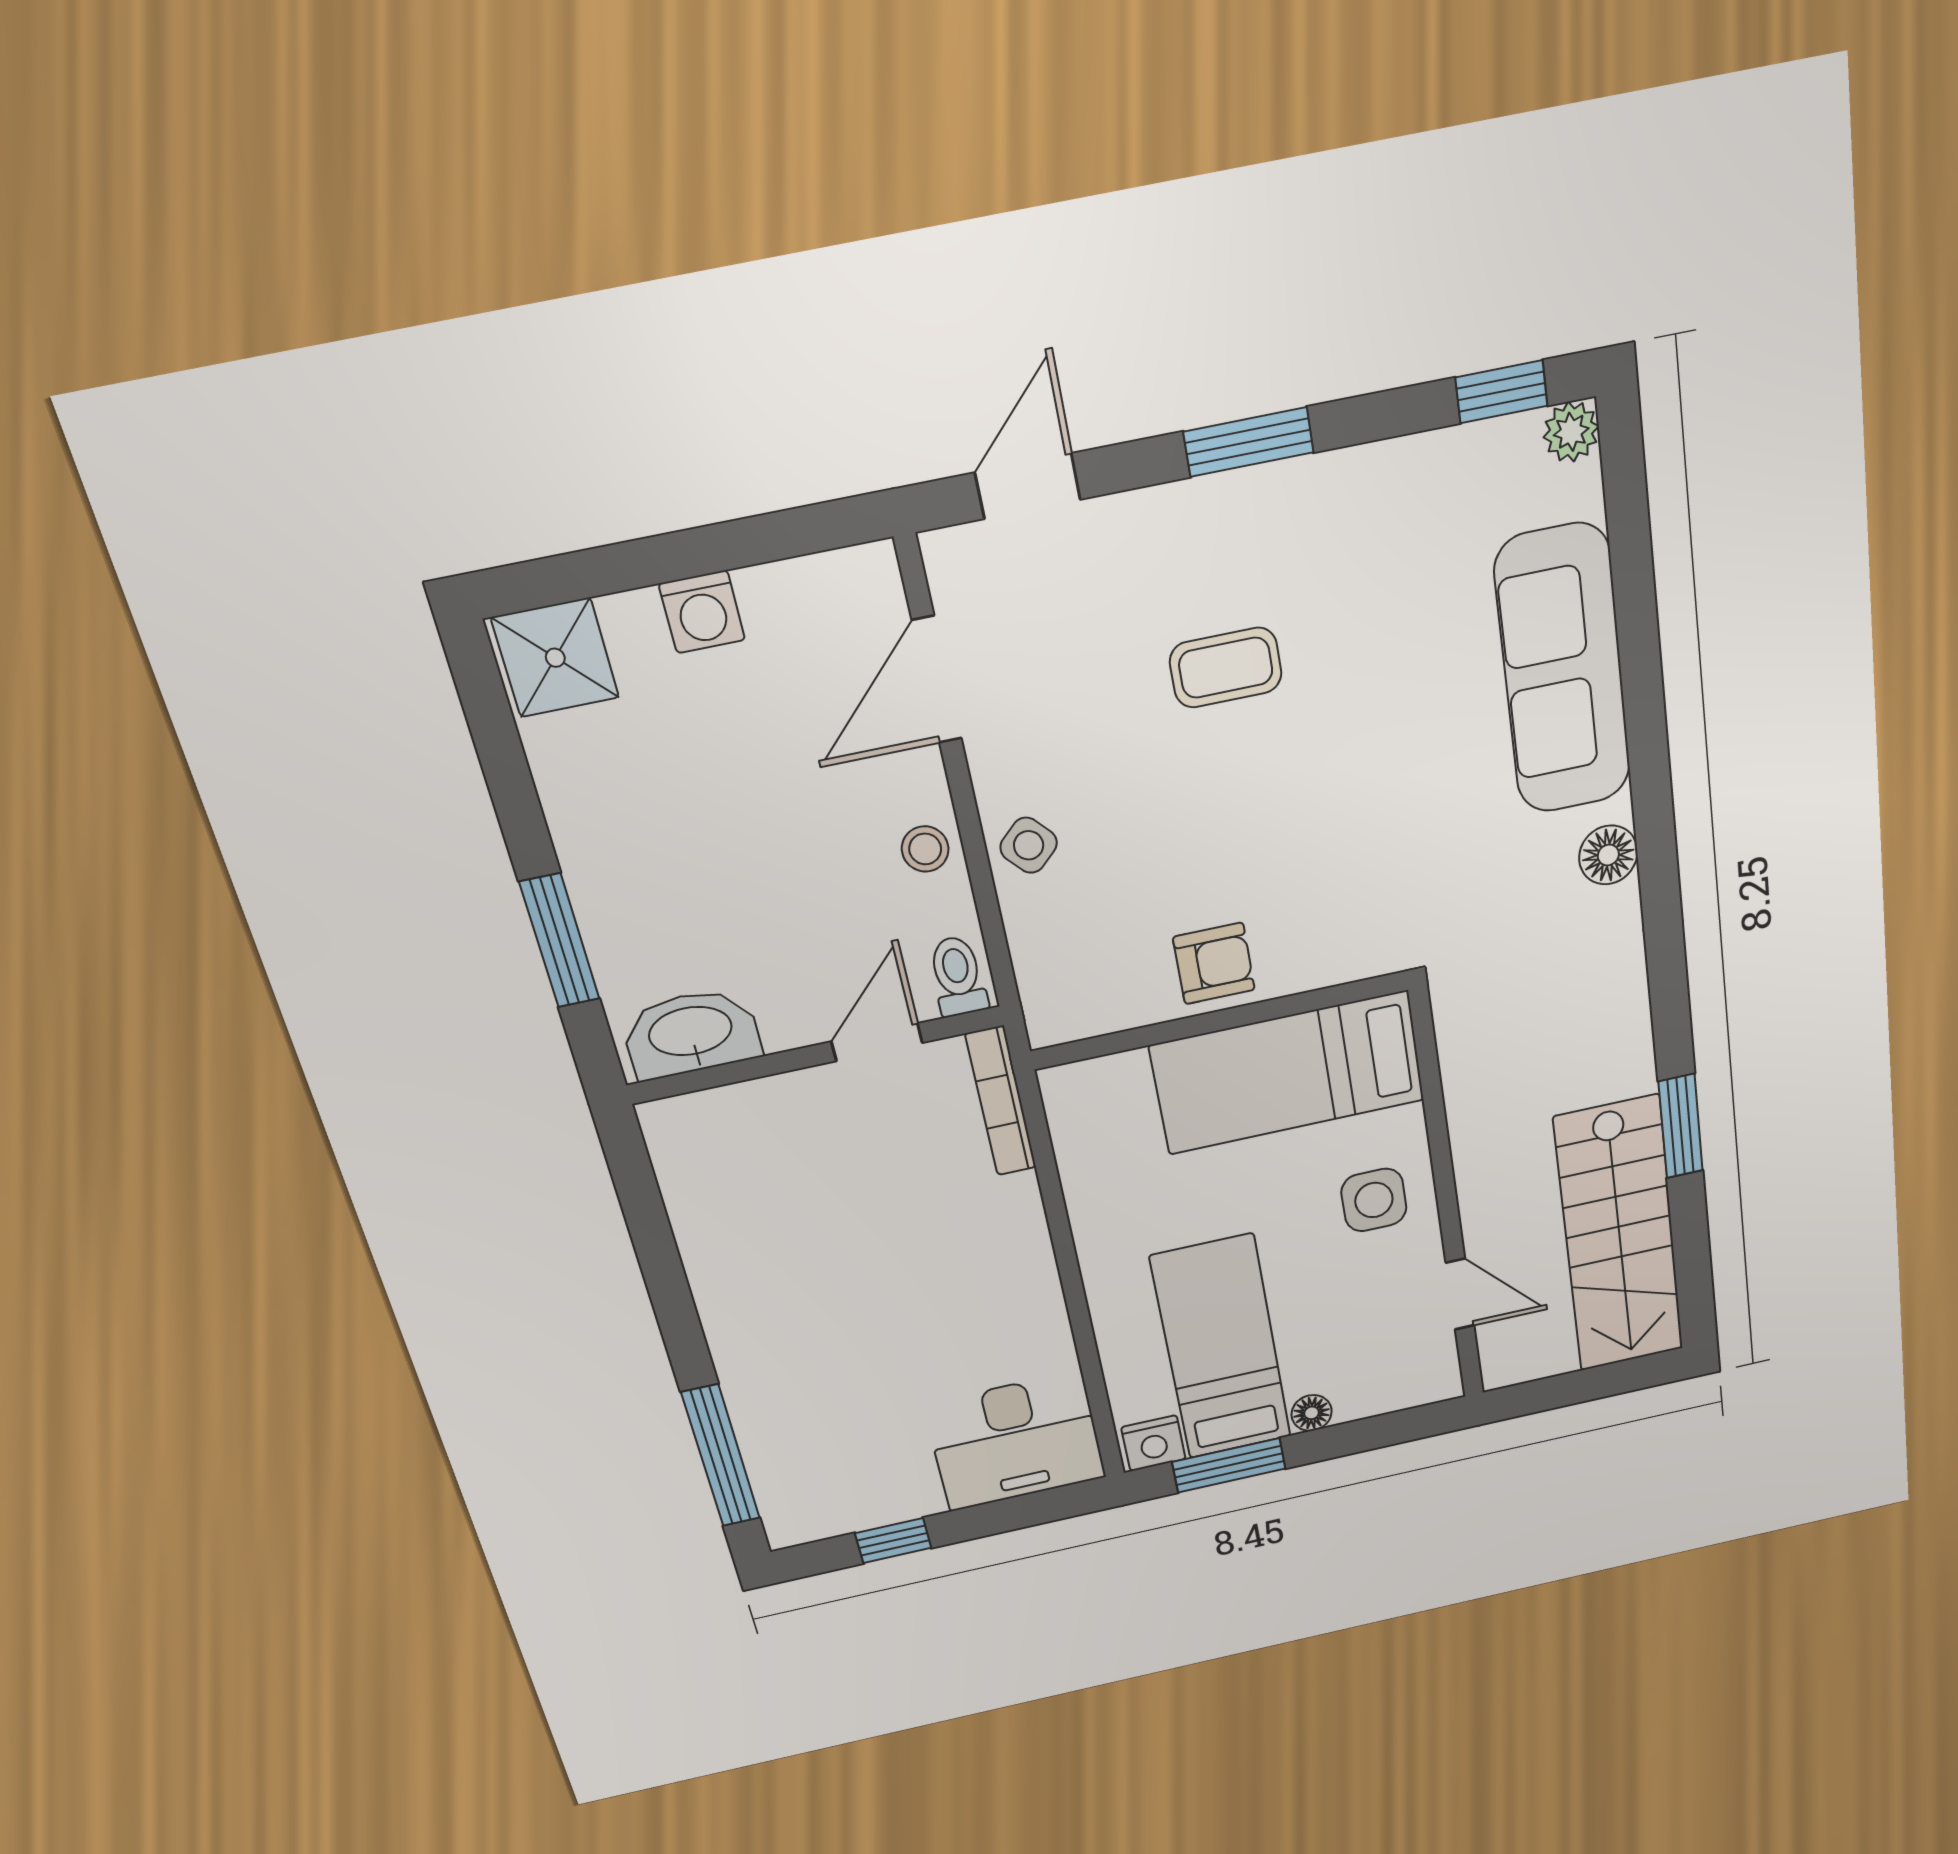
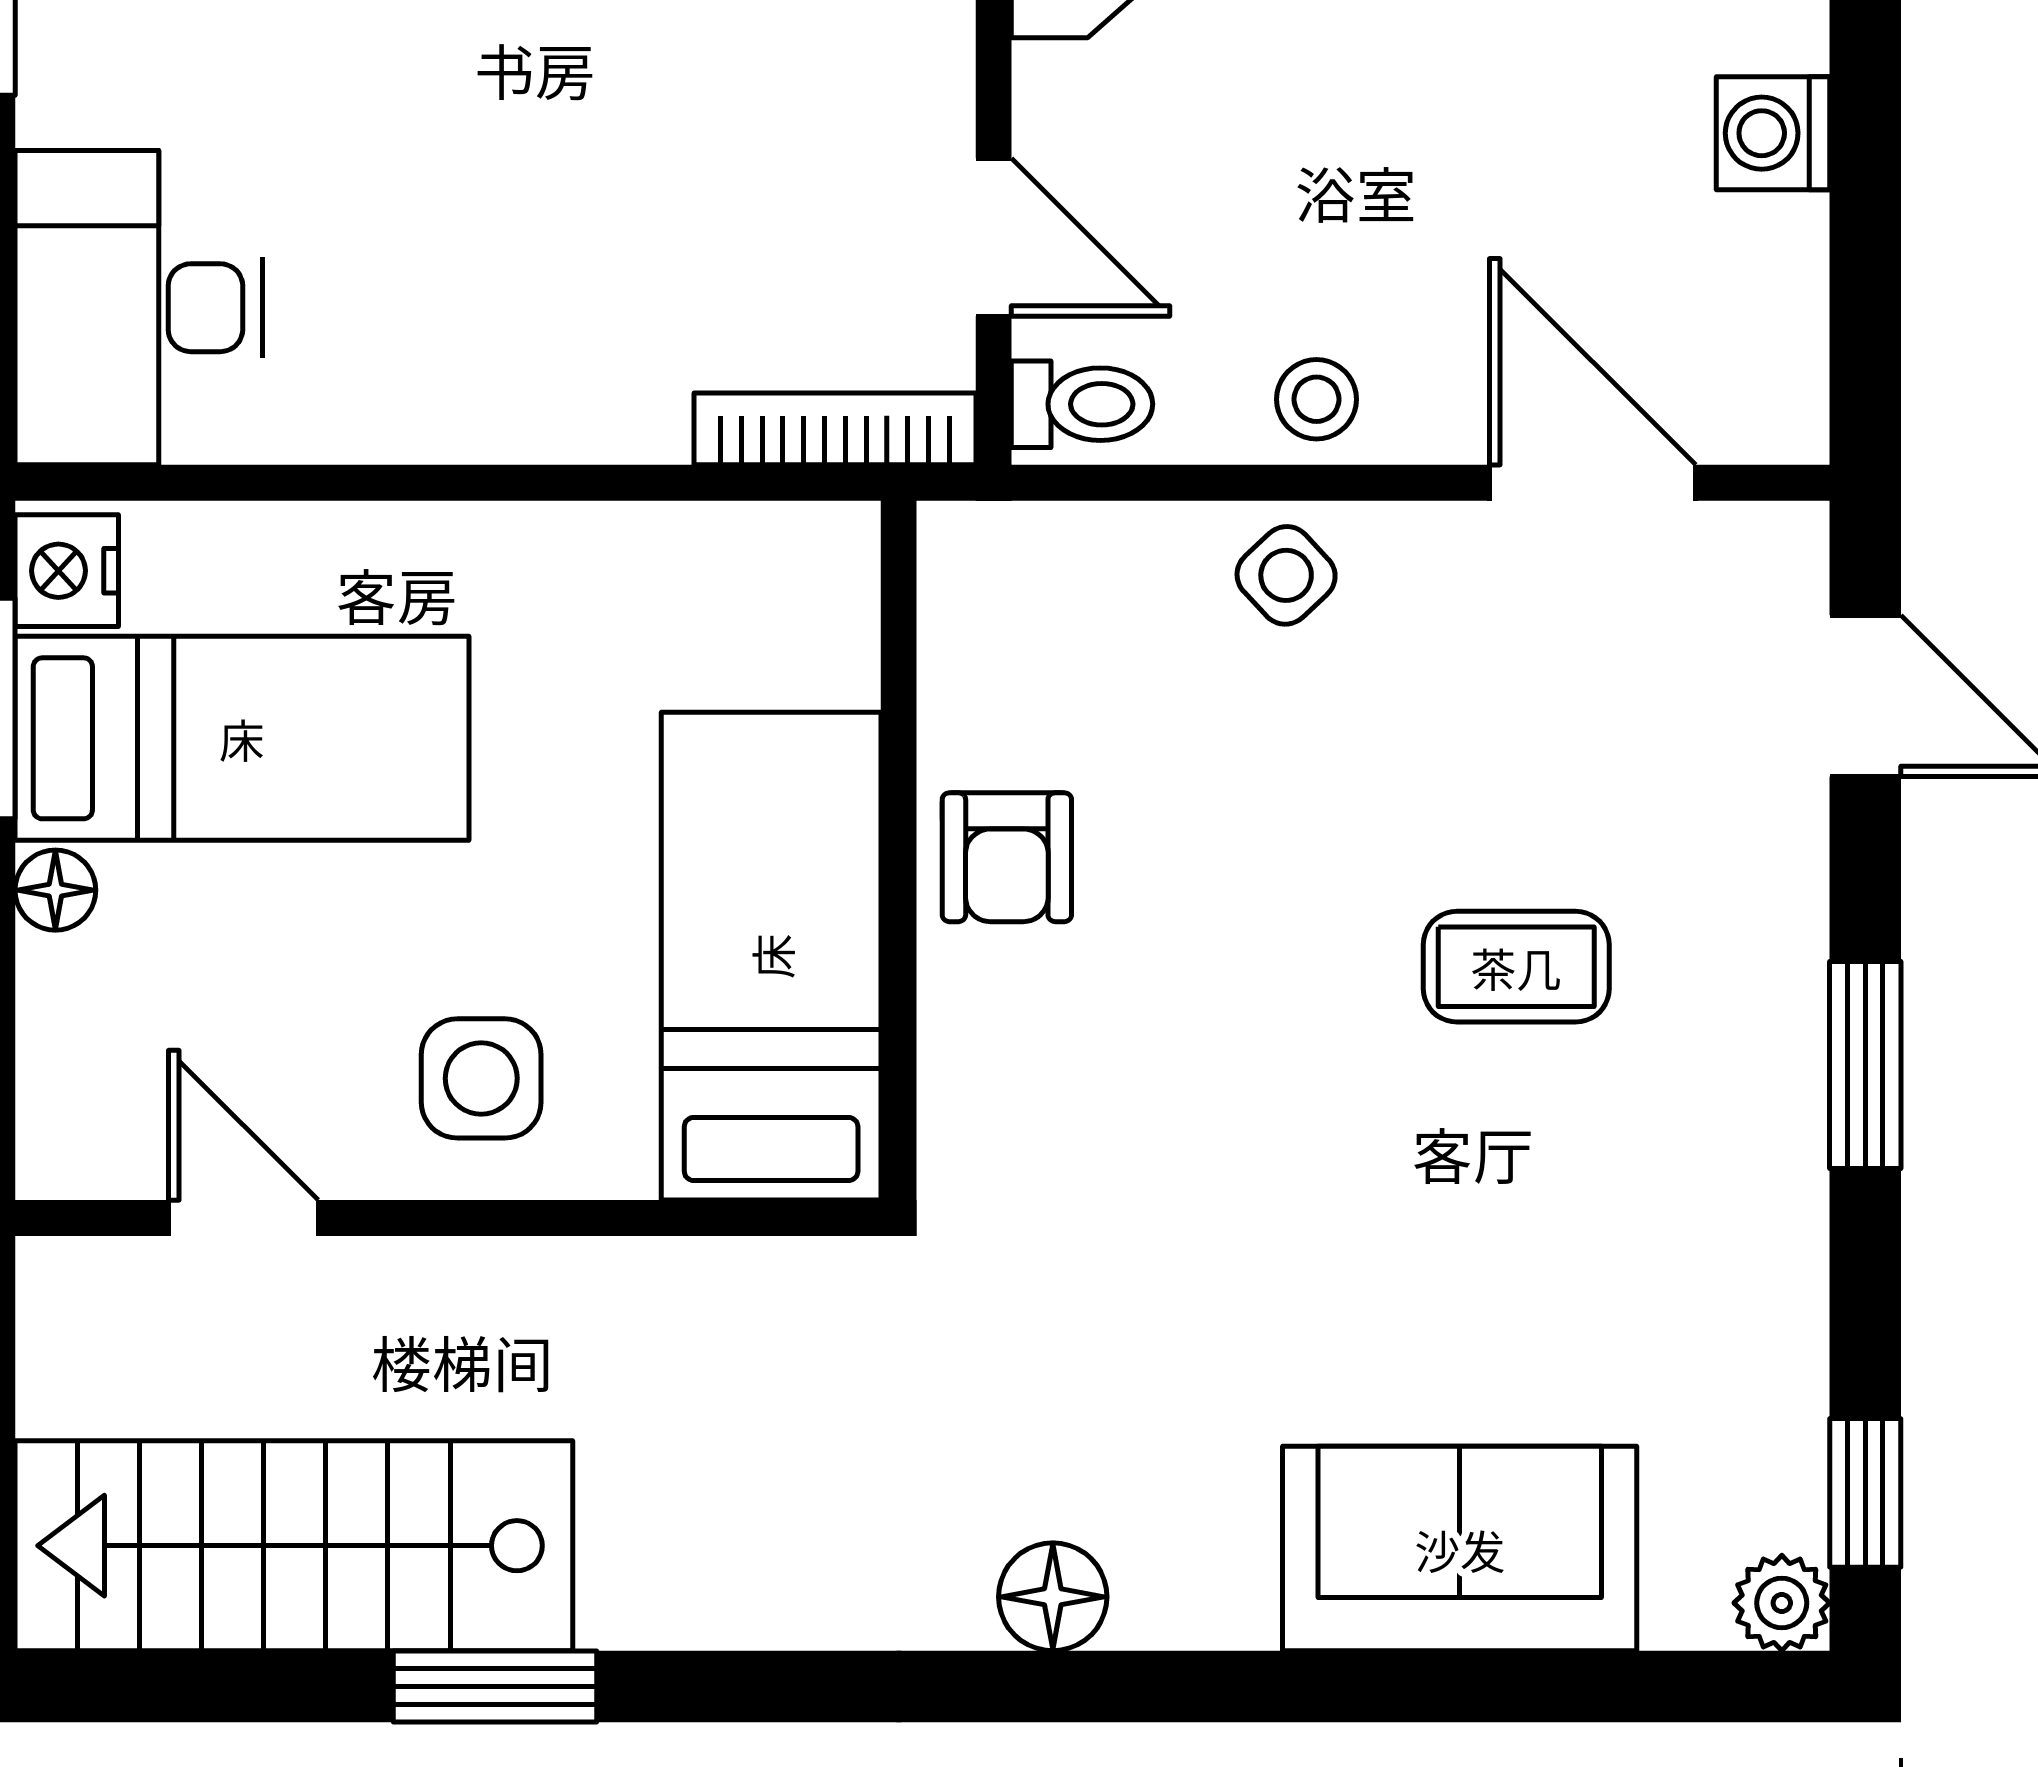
coffee table: (1226, 668) -> (1516, 967), turned 90
sofa: (1563, 670) -> (1460, 1549), width x0.73
door: (1460, 1294) -> (243, 1218), swing flipped

